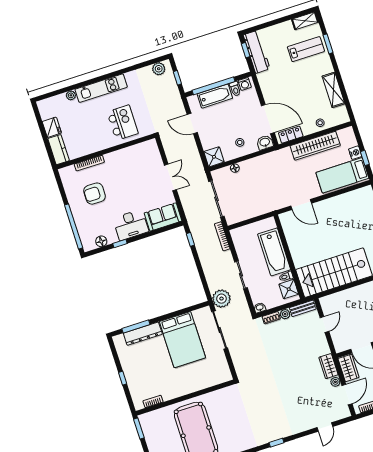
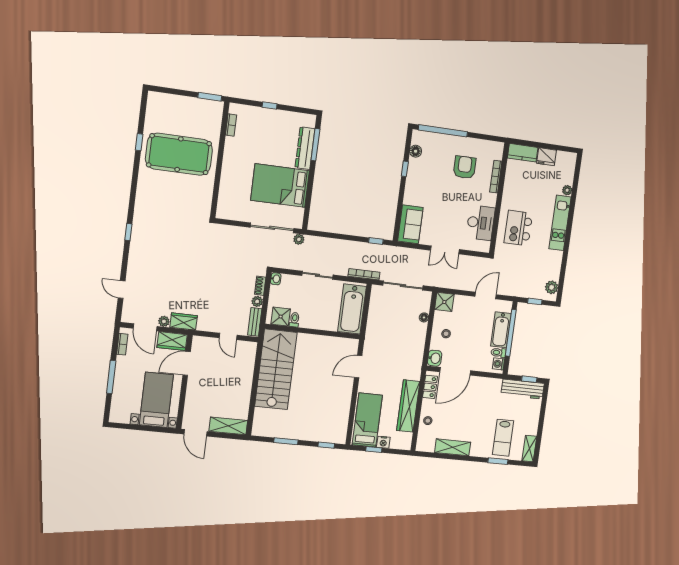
kitchen island: (123, 123) -> (518, 228), turned 90
desk: (131, 225) -> (481, 223), moved, turned 180
bathtub: (274, 252) -> (352, 309), moved, turned -90
plant: (221, 299) -> (299, 239), width x0.53, depth x0.53

